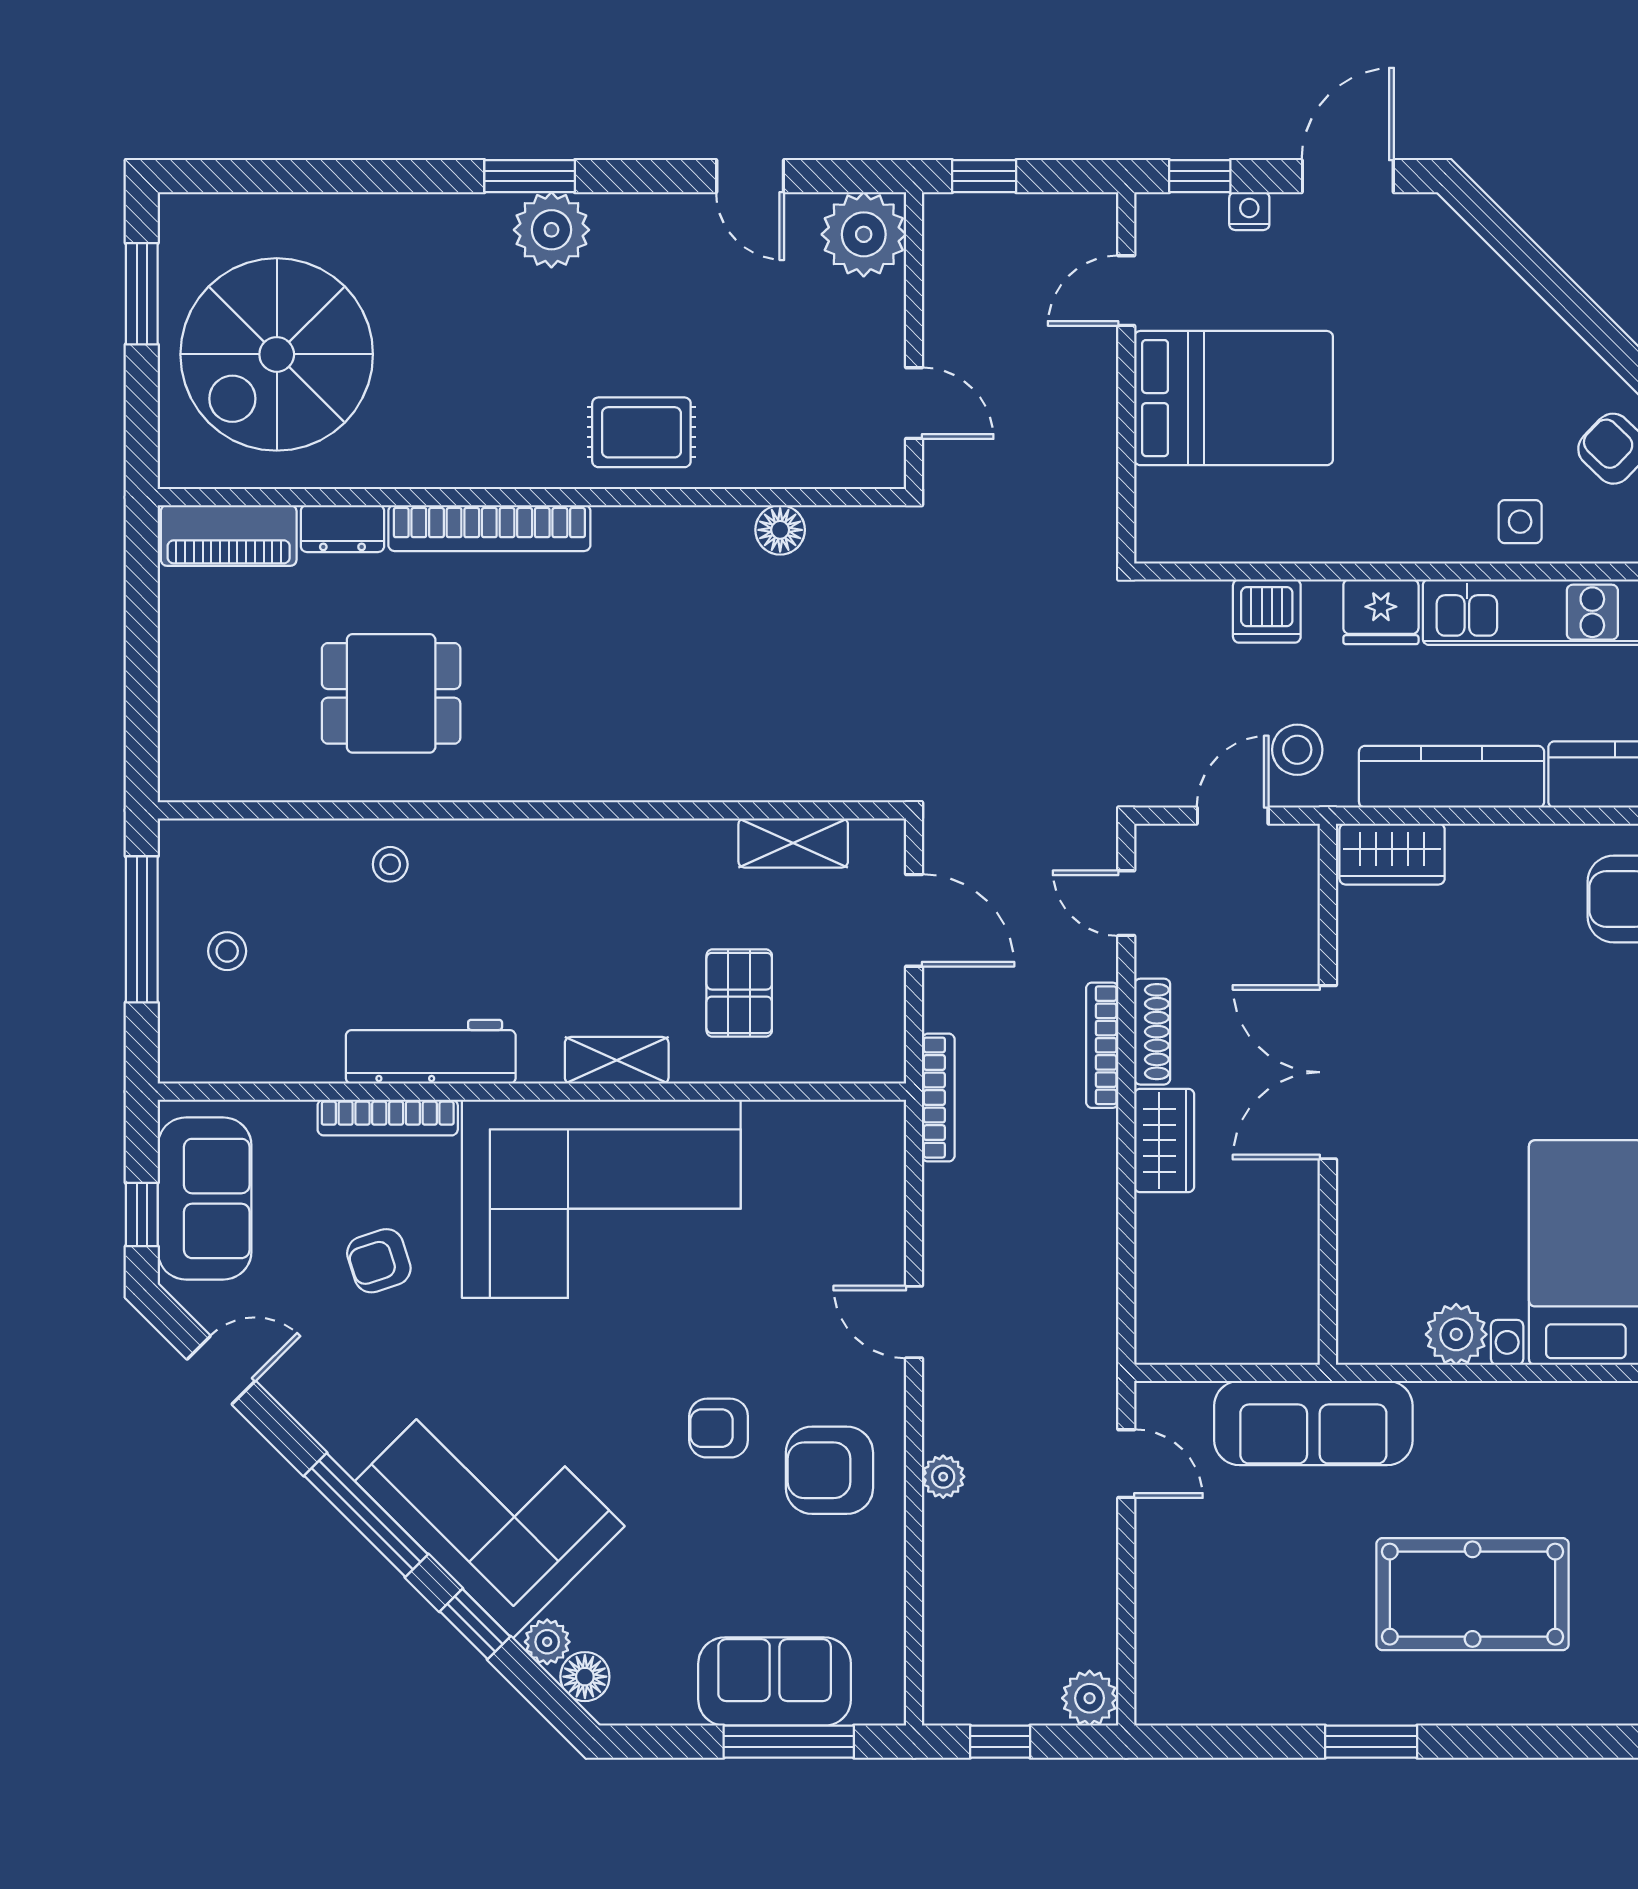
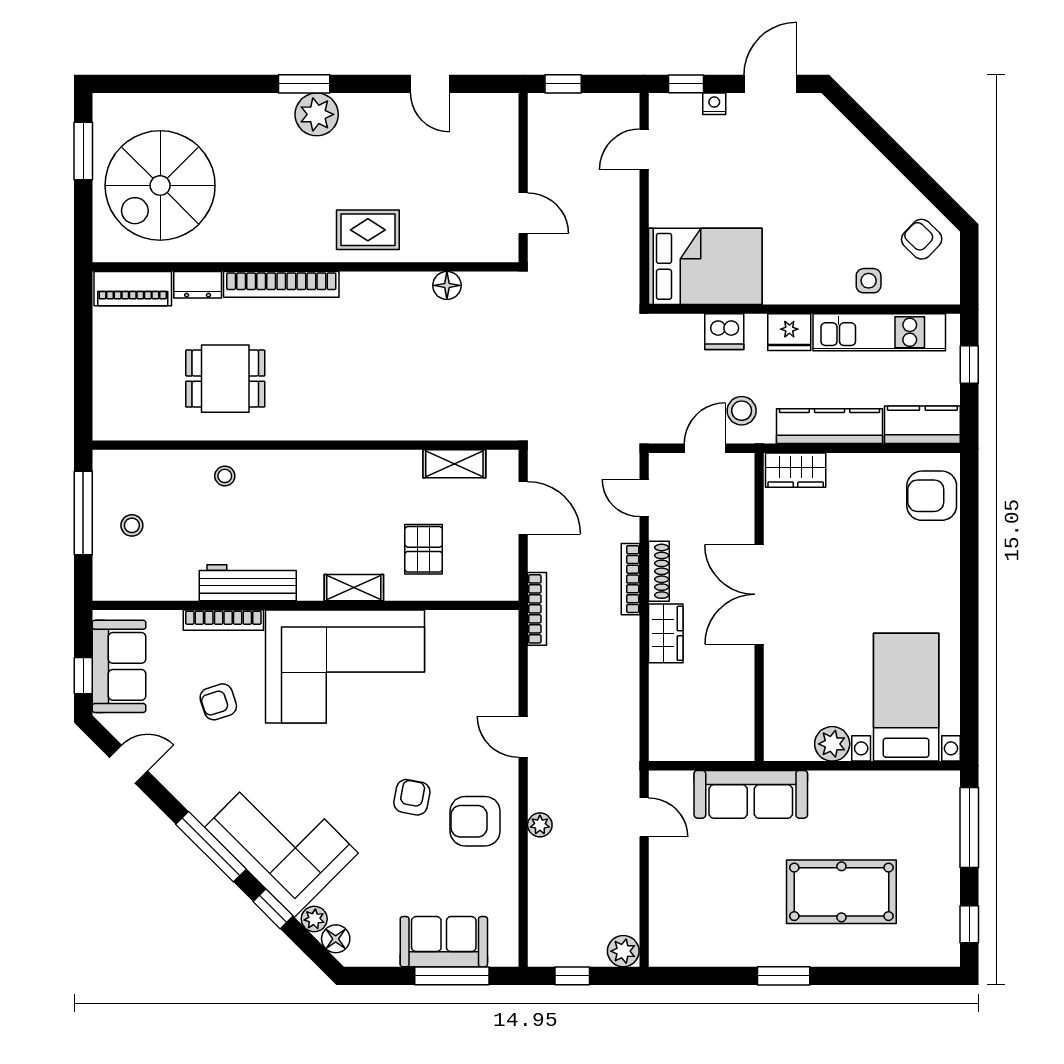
plant: (864, 234) -> (495, 117), removed
bed: (1234, 398) -> (705, 266), moved
armchair: (719, 1428) -> (412, 797), turned 101

